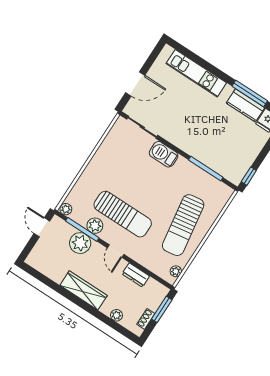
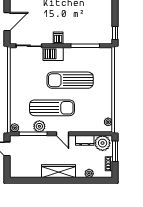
dishwasher: (181, 140) -> (58, 38), added
sun lounger: (183, 225) -> (70, 80), moved, turned 99
plant: (80, 243) -> (103, 143), moved

